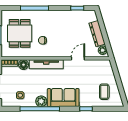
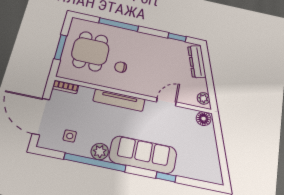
dresser: (97, 34) -> (197, 62), moved
floor lamp: (24, 65) -> (204, 119), moved
coffee table: (104, 92) -> (198, 157), removed
sofa: (63, 98) -> (143, 155), width x1.36

